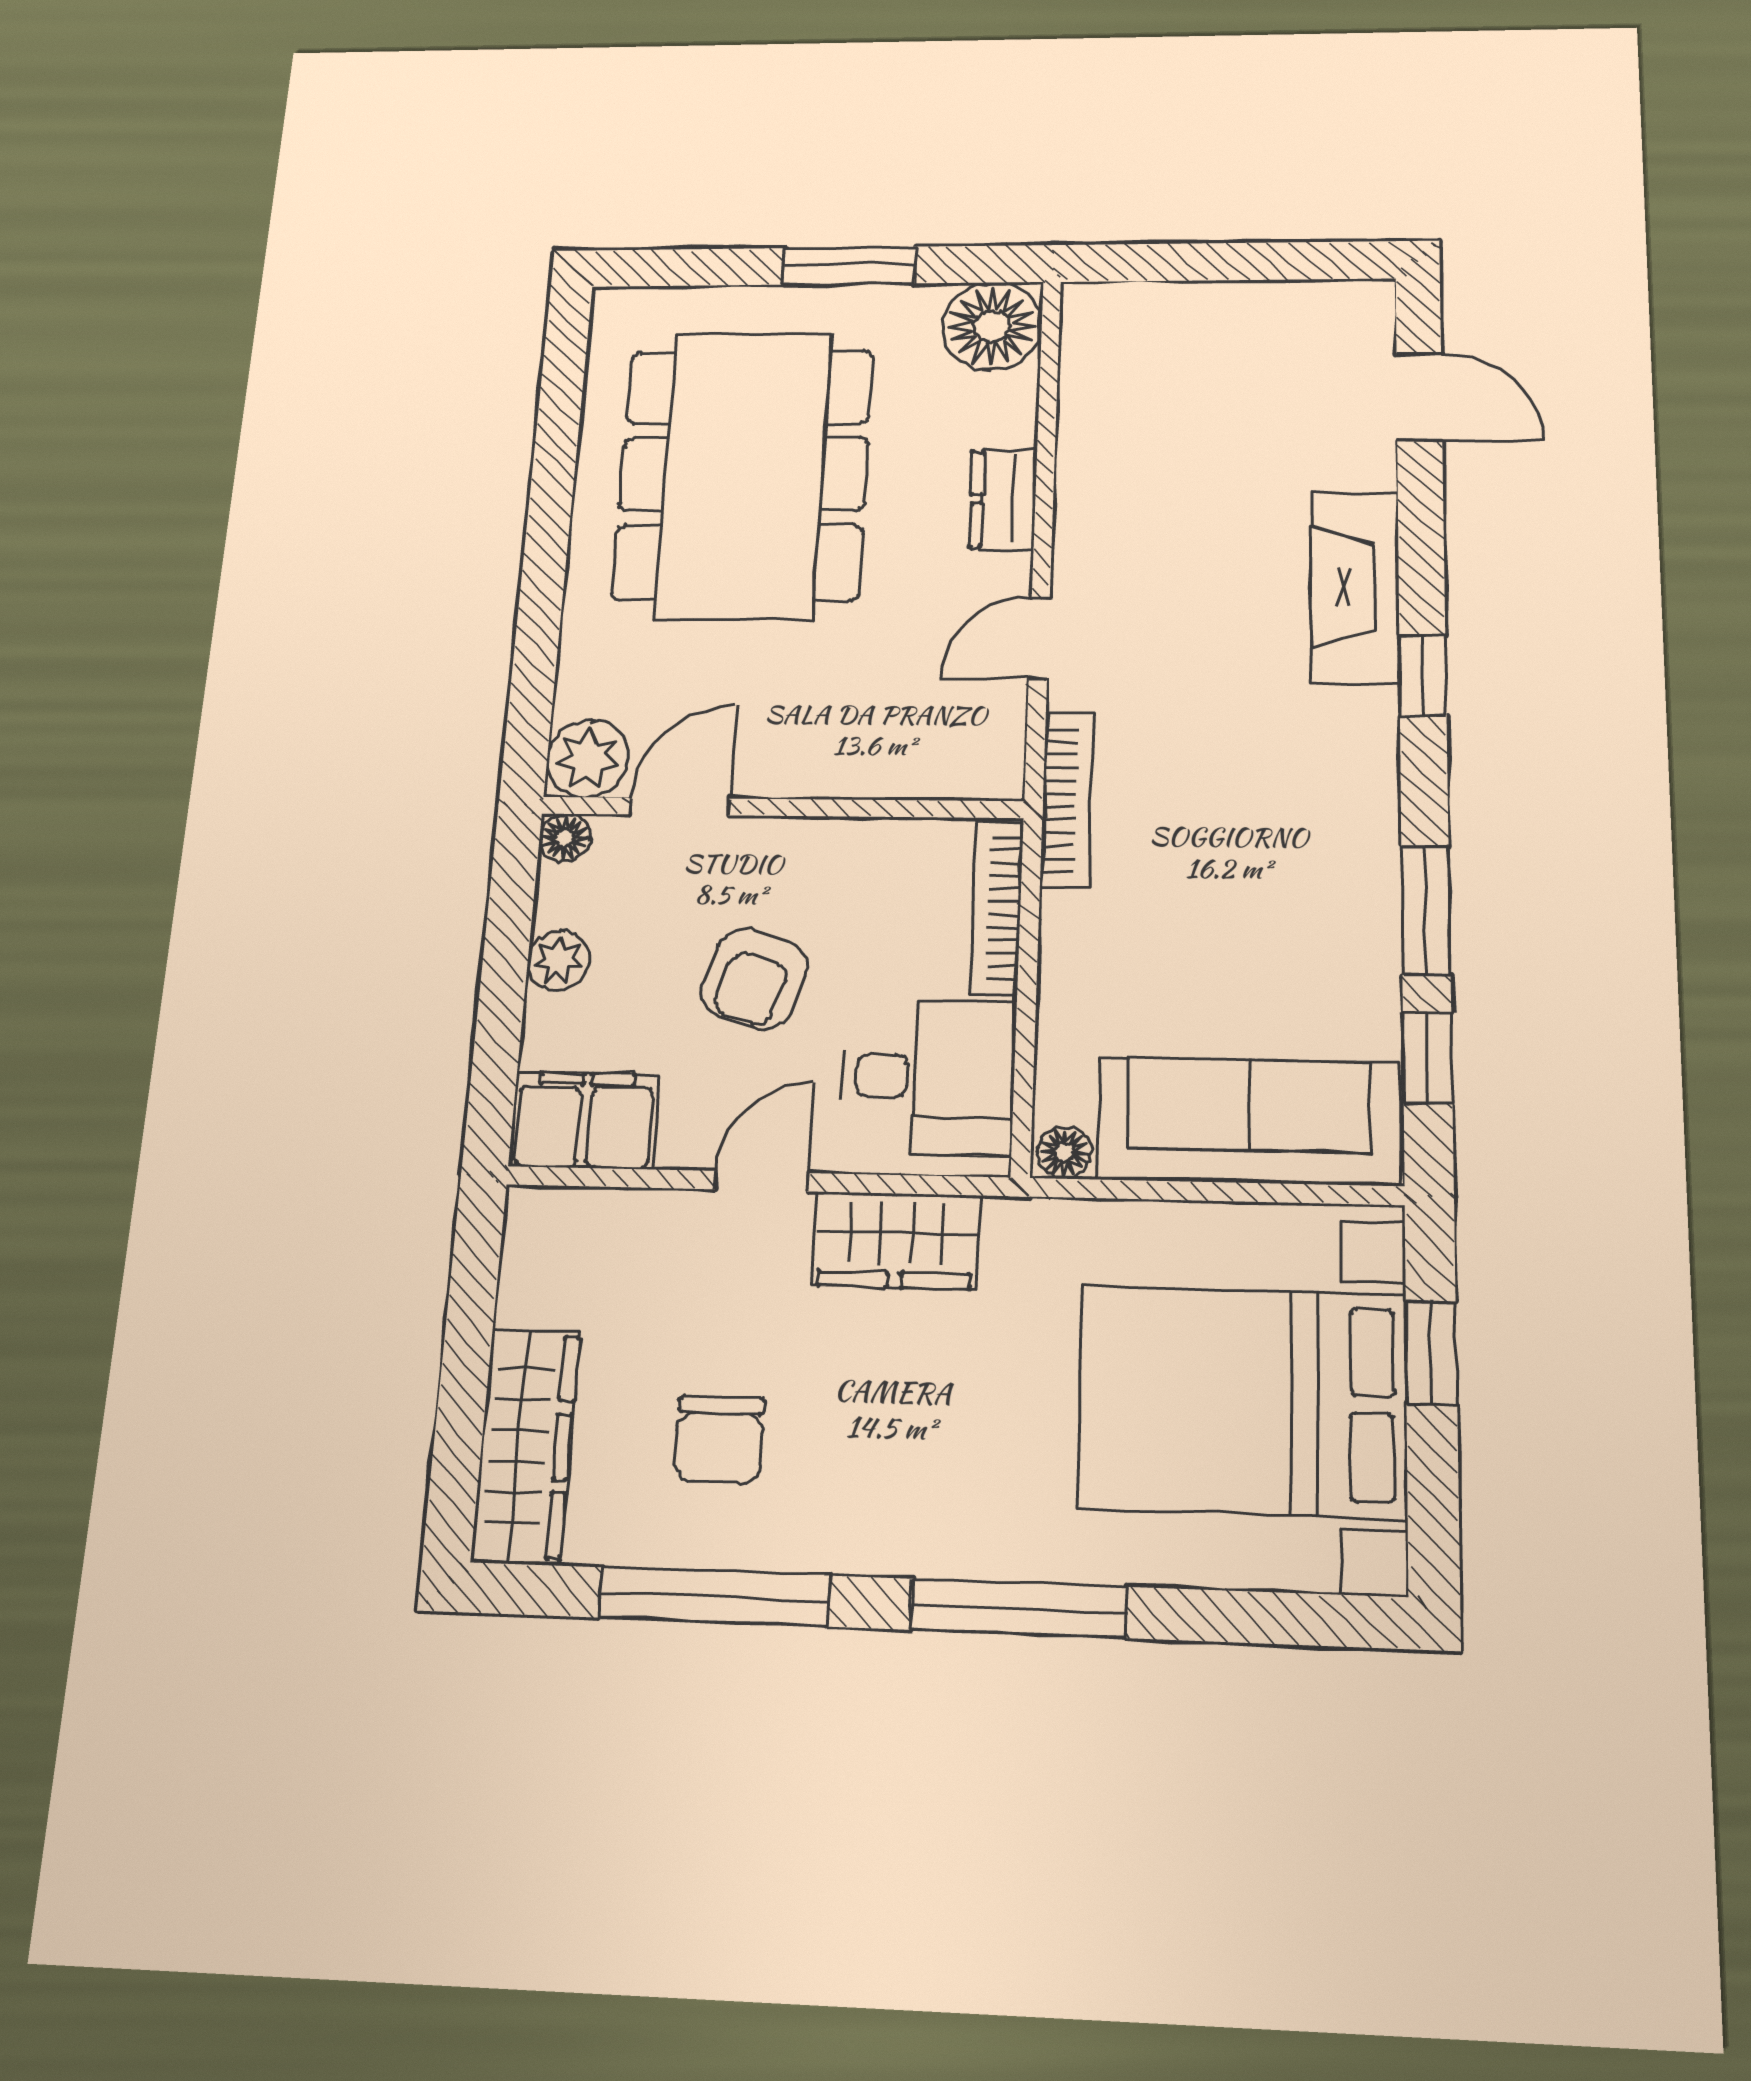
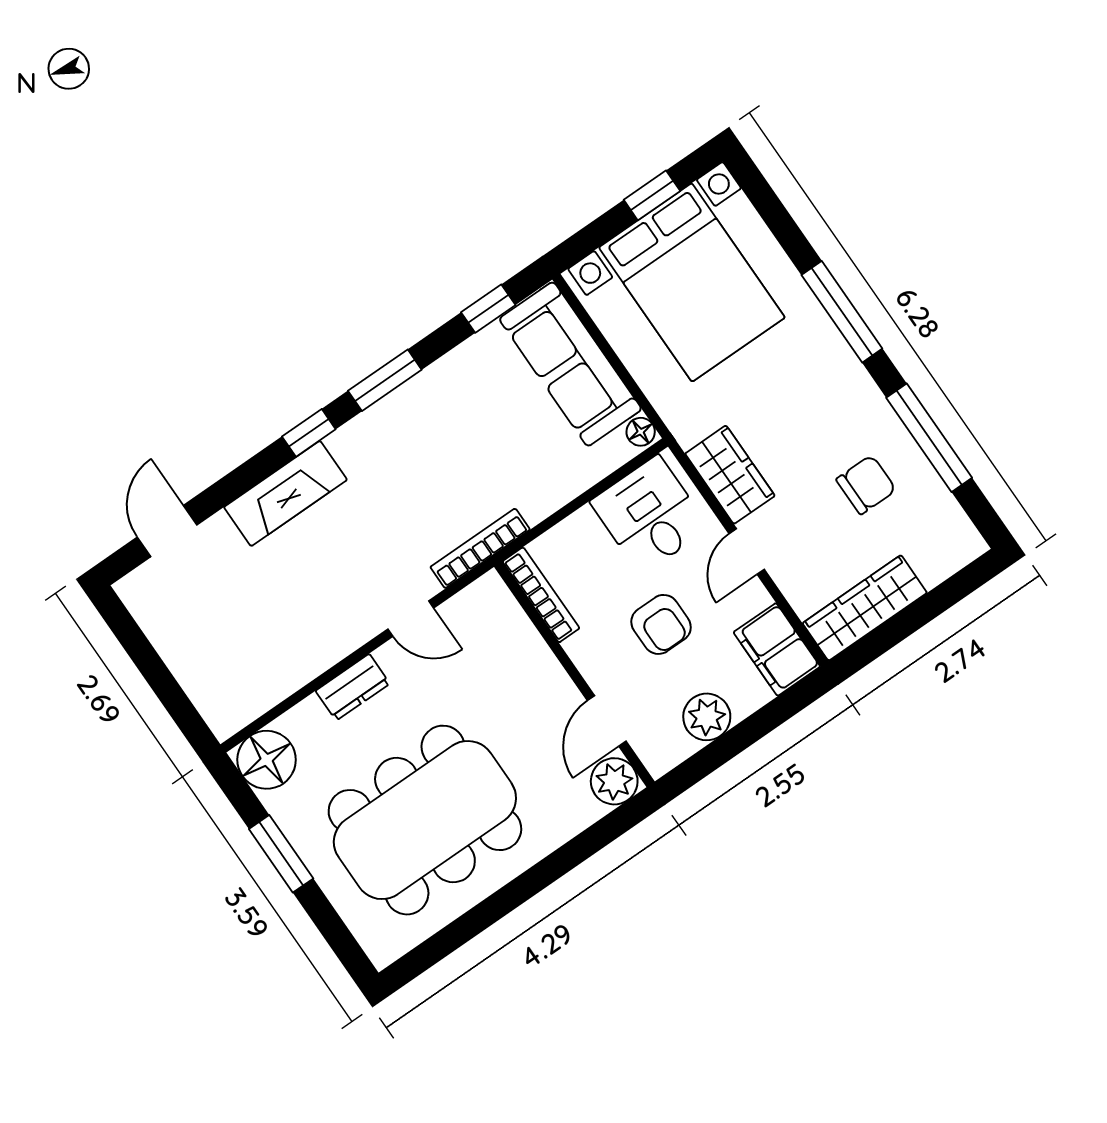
door: (679, 807) -> (607, 721), hinge flipped
floor lamp: (565, 838) -> (658, 762), removed
bookcase: (997, 908) -> (541, 595), moved, turned -90
window: (1426, 910) -> (385, 380), moved
plant: (558, 961) -> (707, 717), width x1.38, depth x1.38
armchair: (754, 979) -> (661, 624), turned 72
door: (762, 1181) -> (747, 552), hinge flipped
window: (1431, 1352) -> (652, 195), moved
wardrobe: (525, 1446) -> (865, 608), moved

